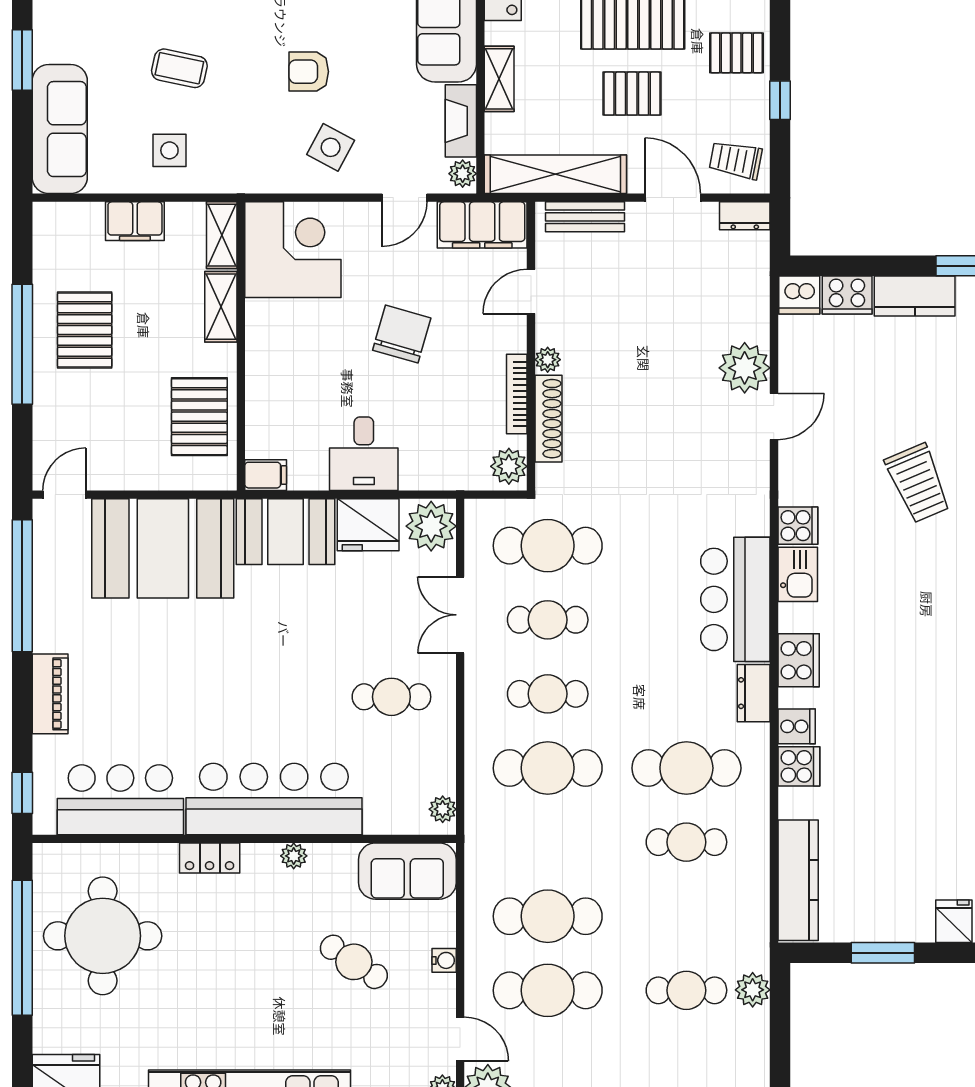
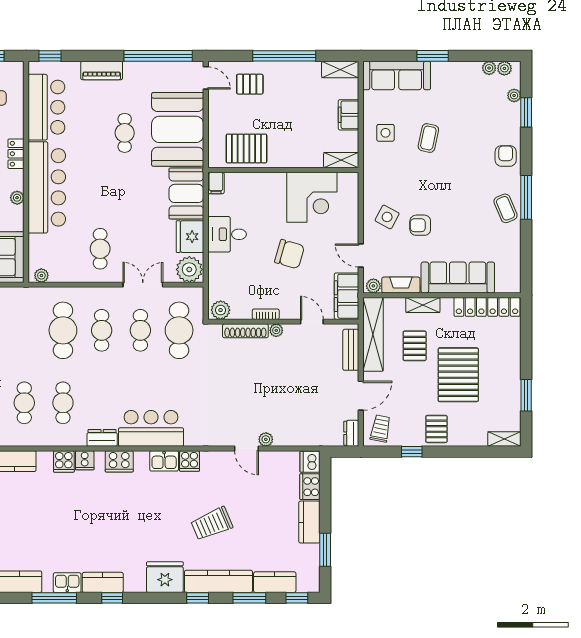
armchair: (309, 72) -> (420, 225), moved, turned -90
pallet: (632, 94) -> (415, 346), moved
corner desk: (293, 250) -> (312, 197), moved
shelving: (221, 307) -> (340, 69), moved
pallet: (85, 330) -> (250, 84), moved, width x0.67, depth x0.71
plant: (745, 368) -> (266, 439), width x0.53, depth x0.53
bookcase: (517, 394) -> (266, 314), width x0.64
cafe table: (170, 650) -> (125, 133), added
cafe table: (686, 768) -> (63, 403), width x0.73, depth x0.74

